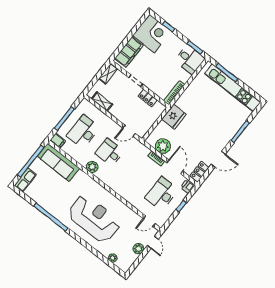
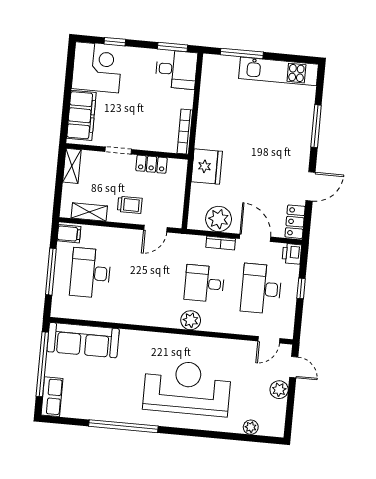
kitchen unit: (233, 88) -> (279, 71), width x0.73
trolley: (124, 111) -> (130, 205), added
filing cabinet: (58, 141) -> (69, 234), moved
desk: (109, 152) -> (204, 283), moved
plant: (92, 167) -> (191, 320), moved

